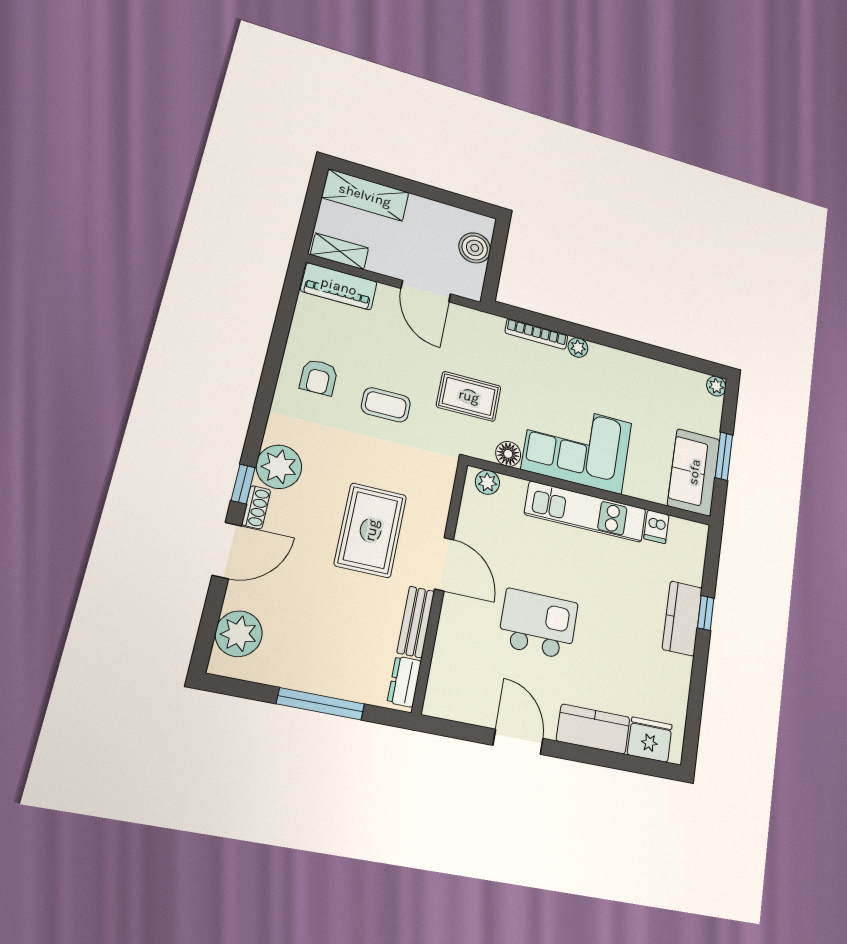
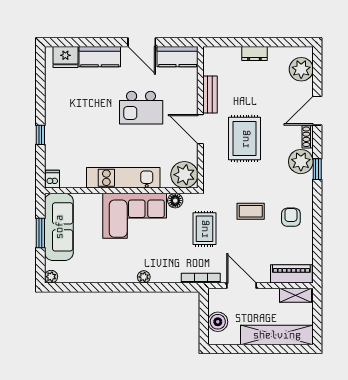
shelving: (365, 195) -> (277, 335), width x1.47
bookcase: (537, 334) -> (201, 278), moved
rug: (469, 396) -> (204, 229), turned 90
sofa: (694, 472) -> (59, 227), width x1.36
plant: (487, 482) -> (184, 175), width x1.88, depth x1.88
window: (243, 484) -> (317, 169), moved
dishwasher: (656, 527) -> (52, 179), moved
kitchen counter: (682, 618) -> (178, 57), moved, turned 90
dresser: (404, 682) -> (254, 53), moved, turned 90
window: (321, 704) -> (252, 42), removed

